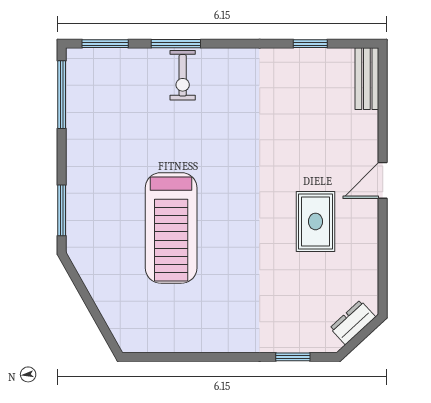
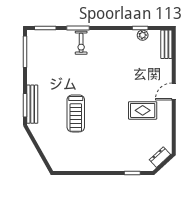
plant: (315, 59) -> (143, 35), added
bench: (77, 208) -> (32, 104), added
rug: (316, 221) -> (143, 110), turned 90
treadmill: (171, 228) -> (76, 113), width x0.73, depth x0.73

